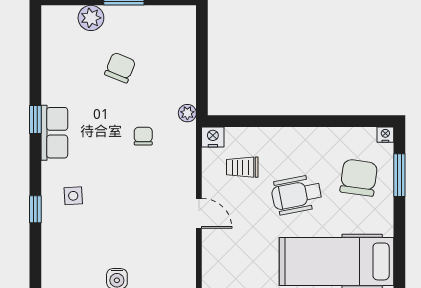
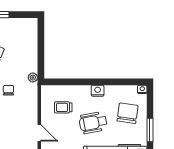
nightstand: (213, 137) -> (98, 91), moved
window: (399, 175) -> (150, 130), moved

